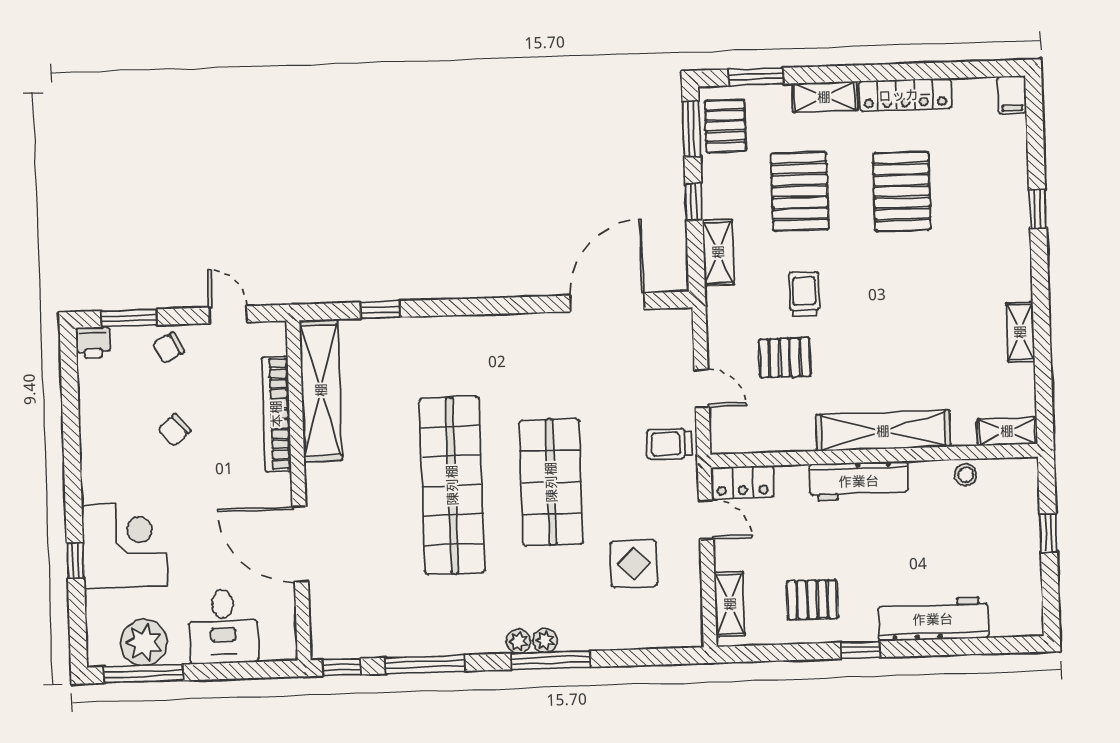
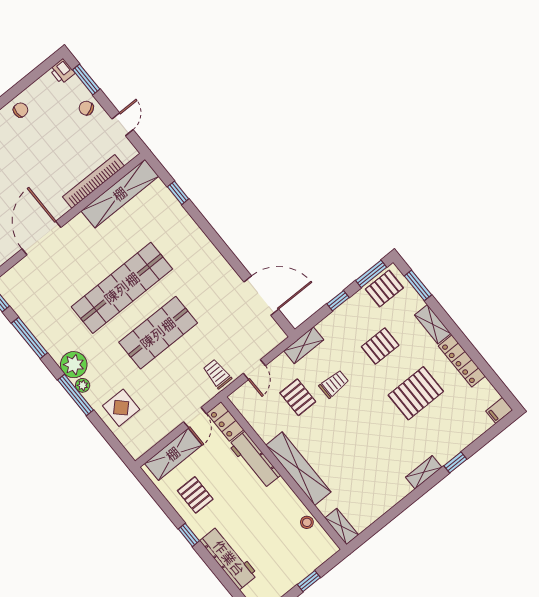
pallet: (800, 191) -> (380, 346), width x0.67, depth x0.71
shelving: (718, 252) -> (304, 345), moved
shelving: (1020, 332) -> (424, 472), moved
chair: (174, 430) -> (20, 110), moved, turned 130
workbench: (859, 481) -> (254, 460), moved
display table: (634, 564) -> (121, 408), moved
shelving: (730, 604) -> (173, 454), width x1.50, depth x1.33
plant: (518, 641) -> (74, 365), width x1.88, depth x1.88

